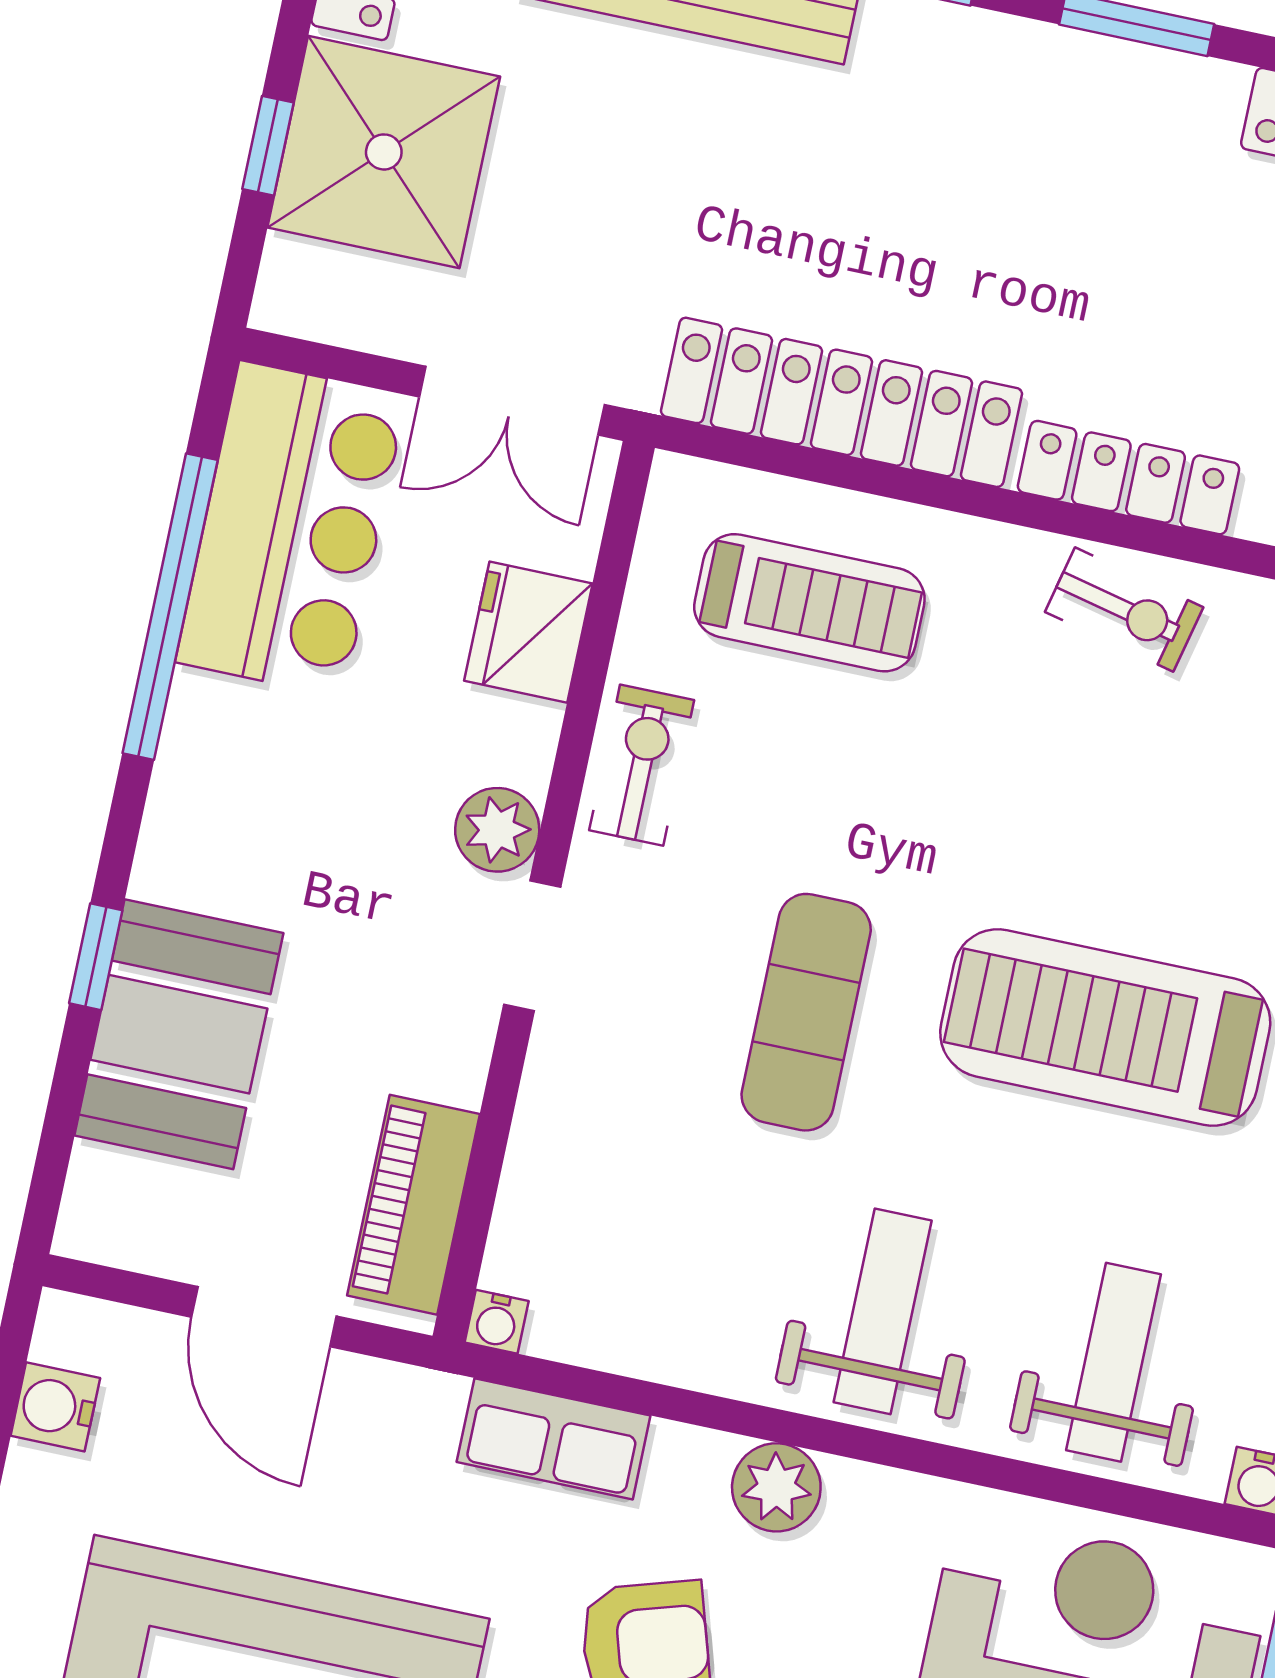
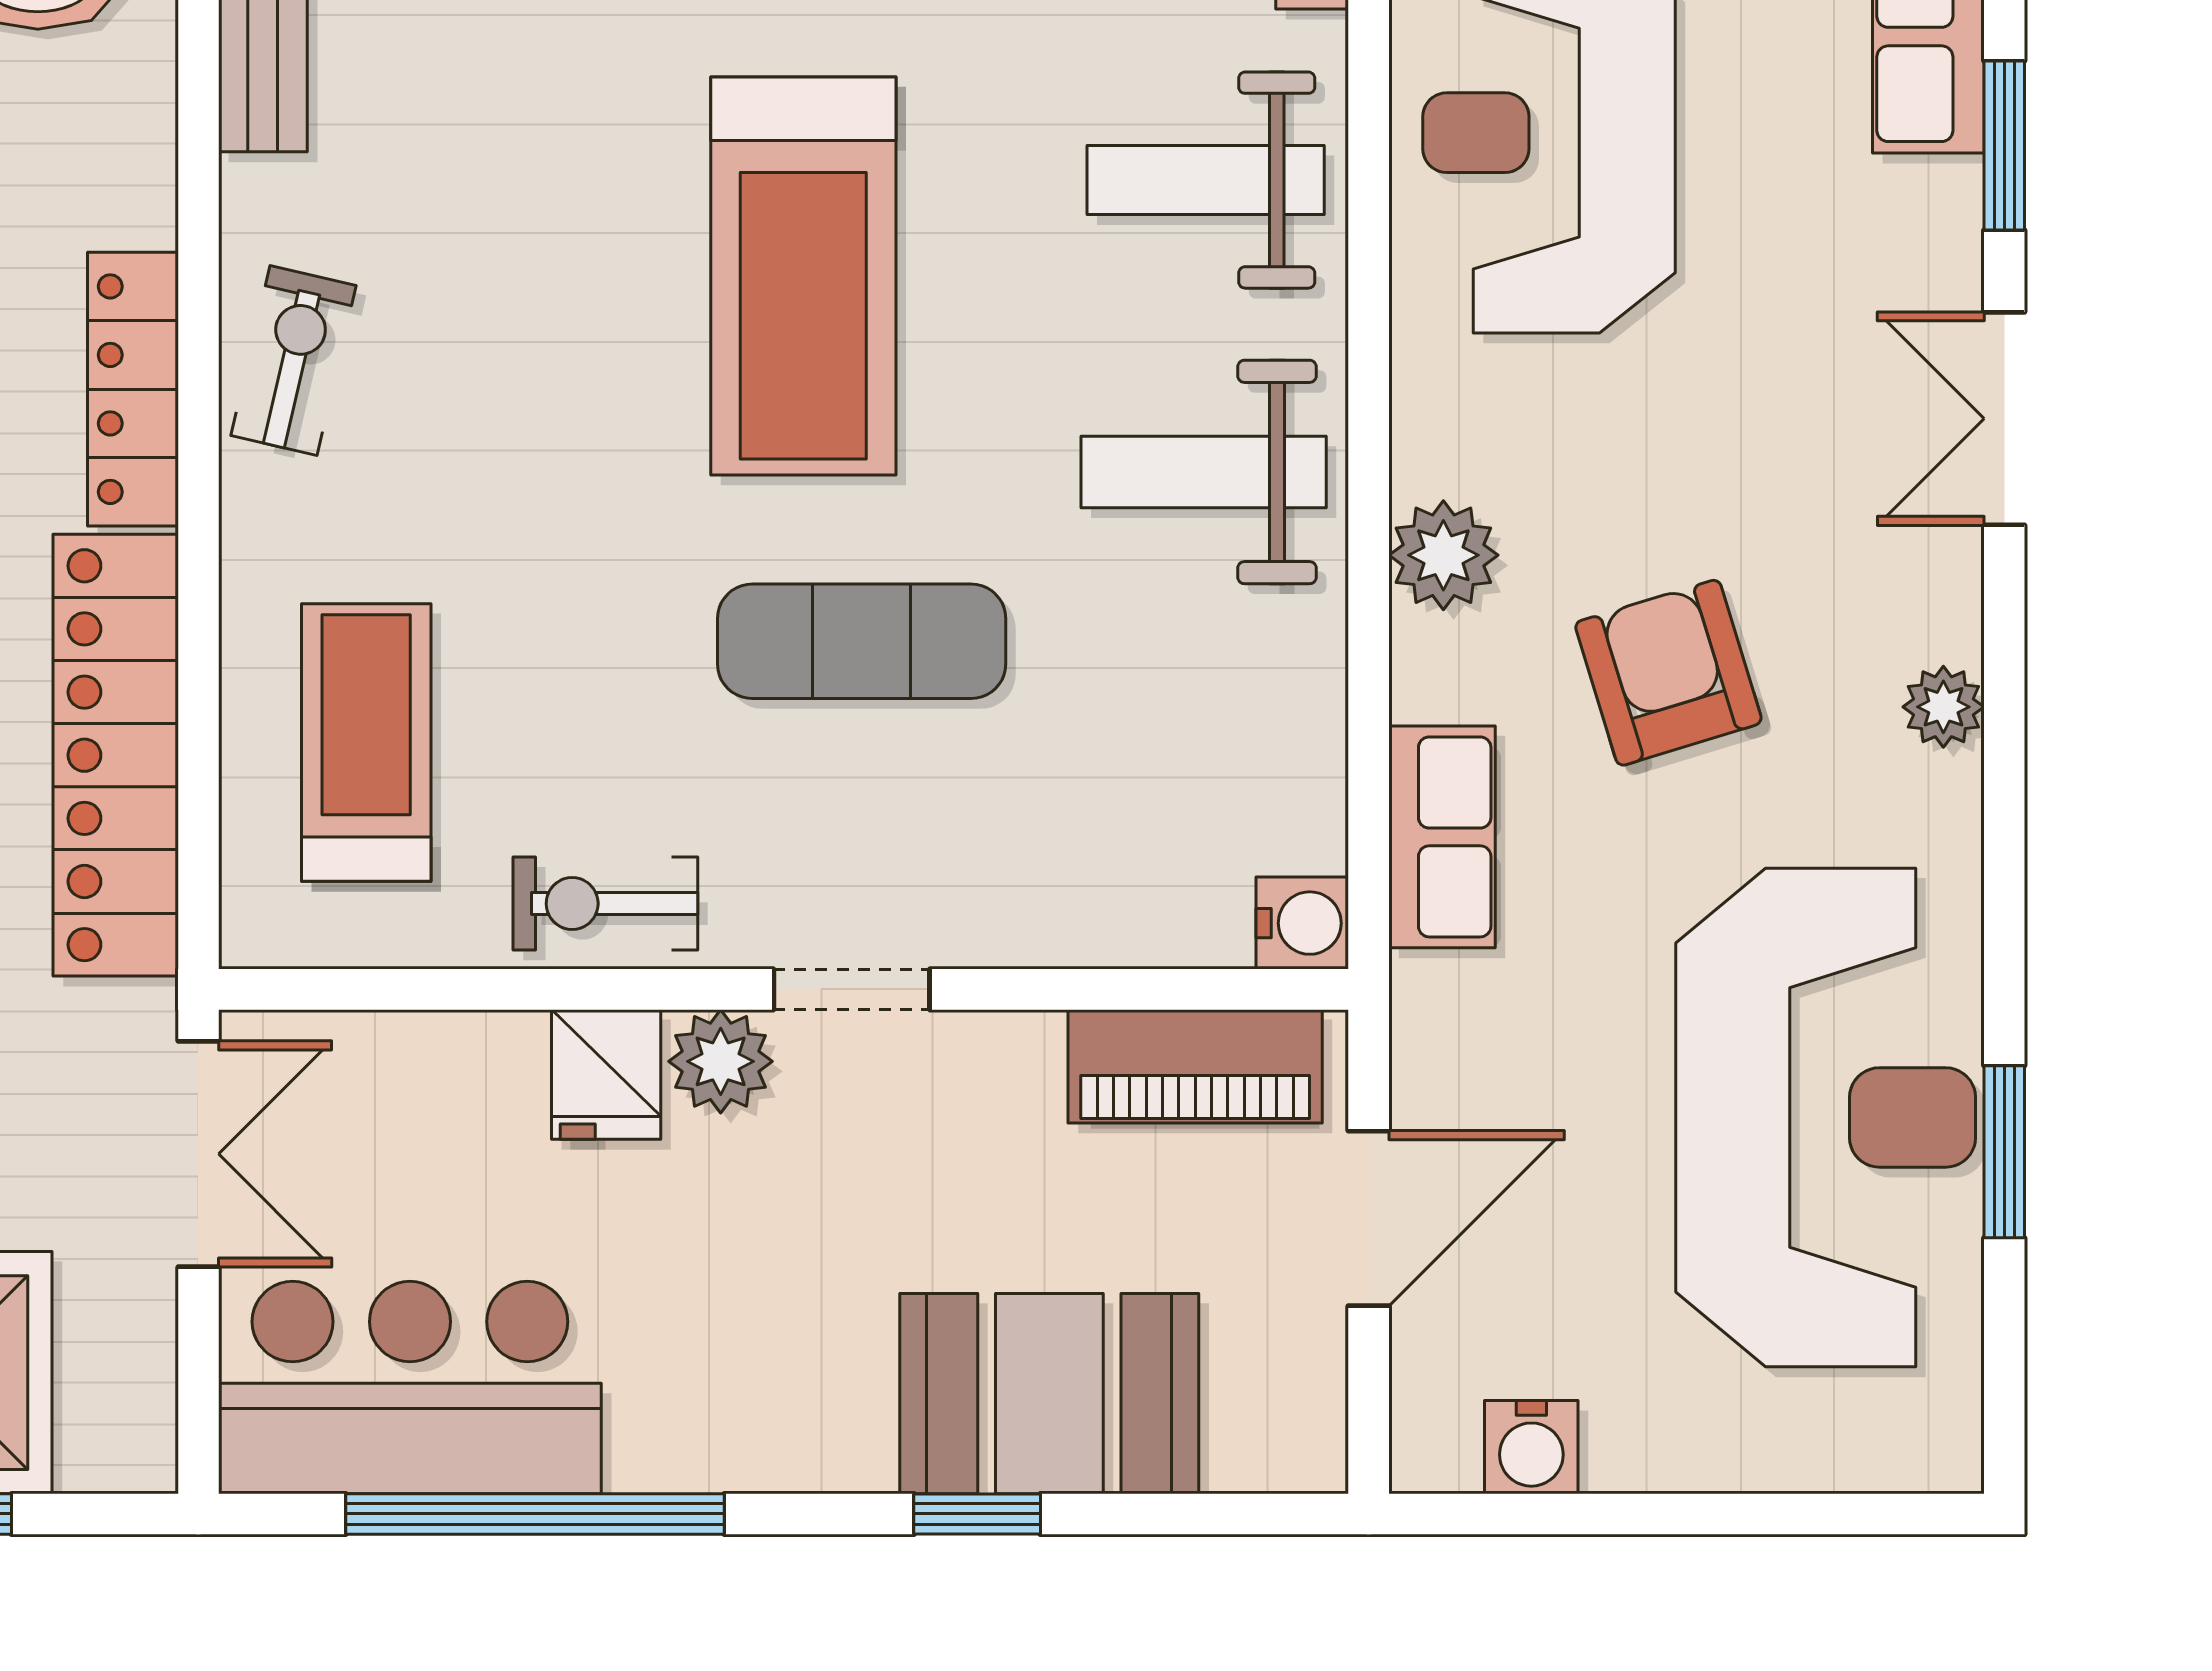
fridge: (528, 632) -> (606, 1074), moved, width x0.72
water cooler: (497, 1322) -> (1302, 923), width x1.38, depth x1.38

